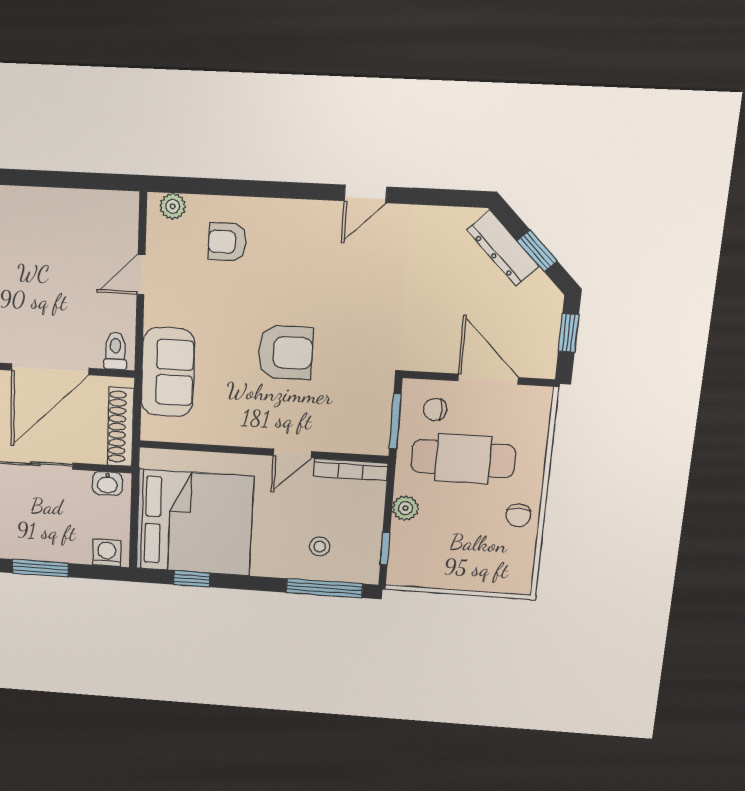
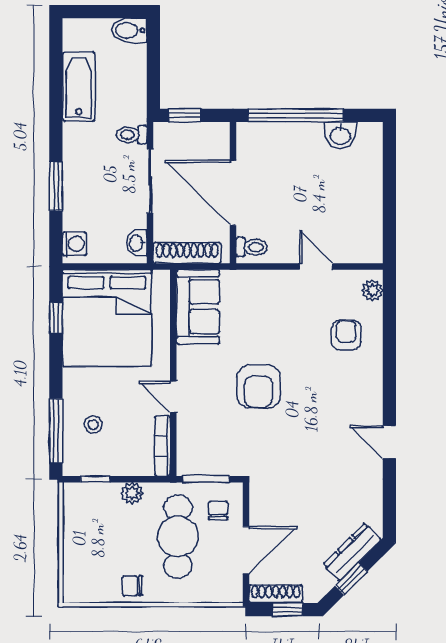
shoe rack: (547, 346) -> (276, 594), added
sofa: (168, 372) -> (198, 307), moved, turned -90

